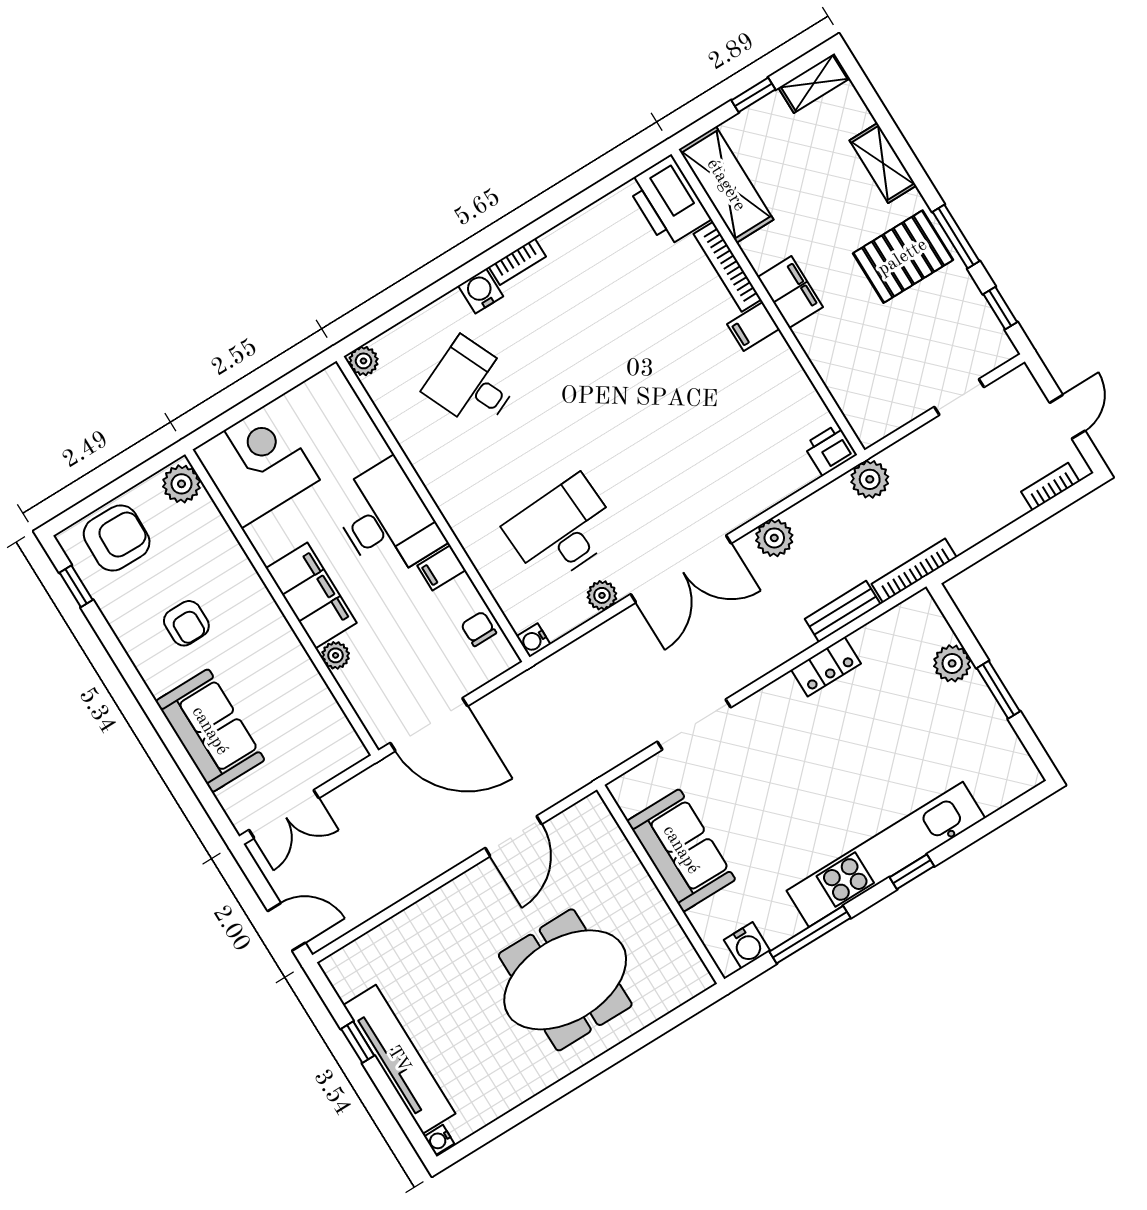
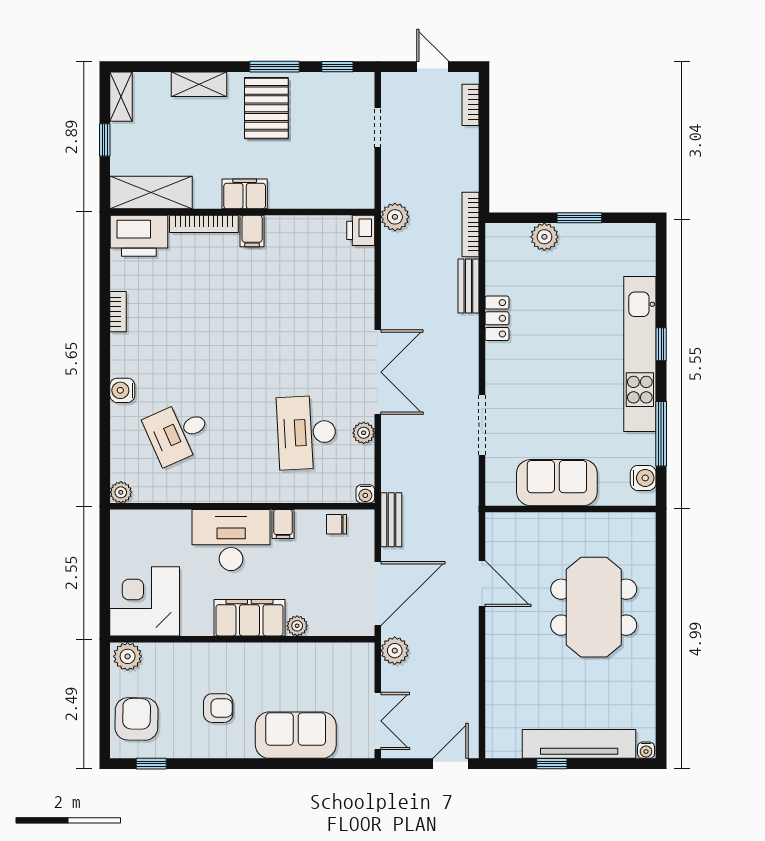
bookcase: (517, 262) -> (118, 312), moved
plant: (774, 538) -> (395, 651), moved
bench: (522, 688) -> (391, 520), added

